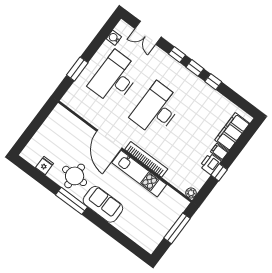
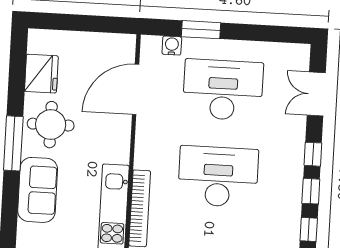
water cooler: (114, 38) -> (172, 46), moved
door: (109, 140) -> (136, 89), moved
fridge: (44, 166) -> (41, 74), width x1.88, depth x1.34

